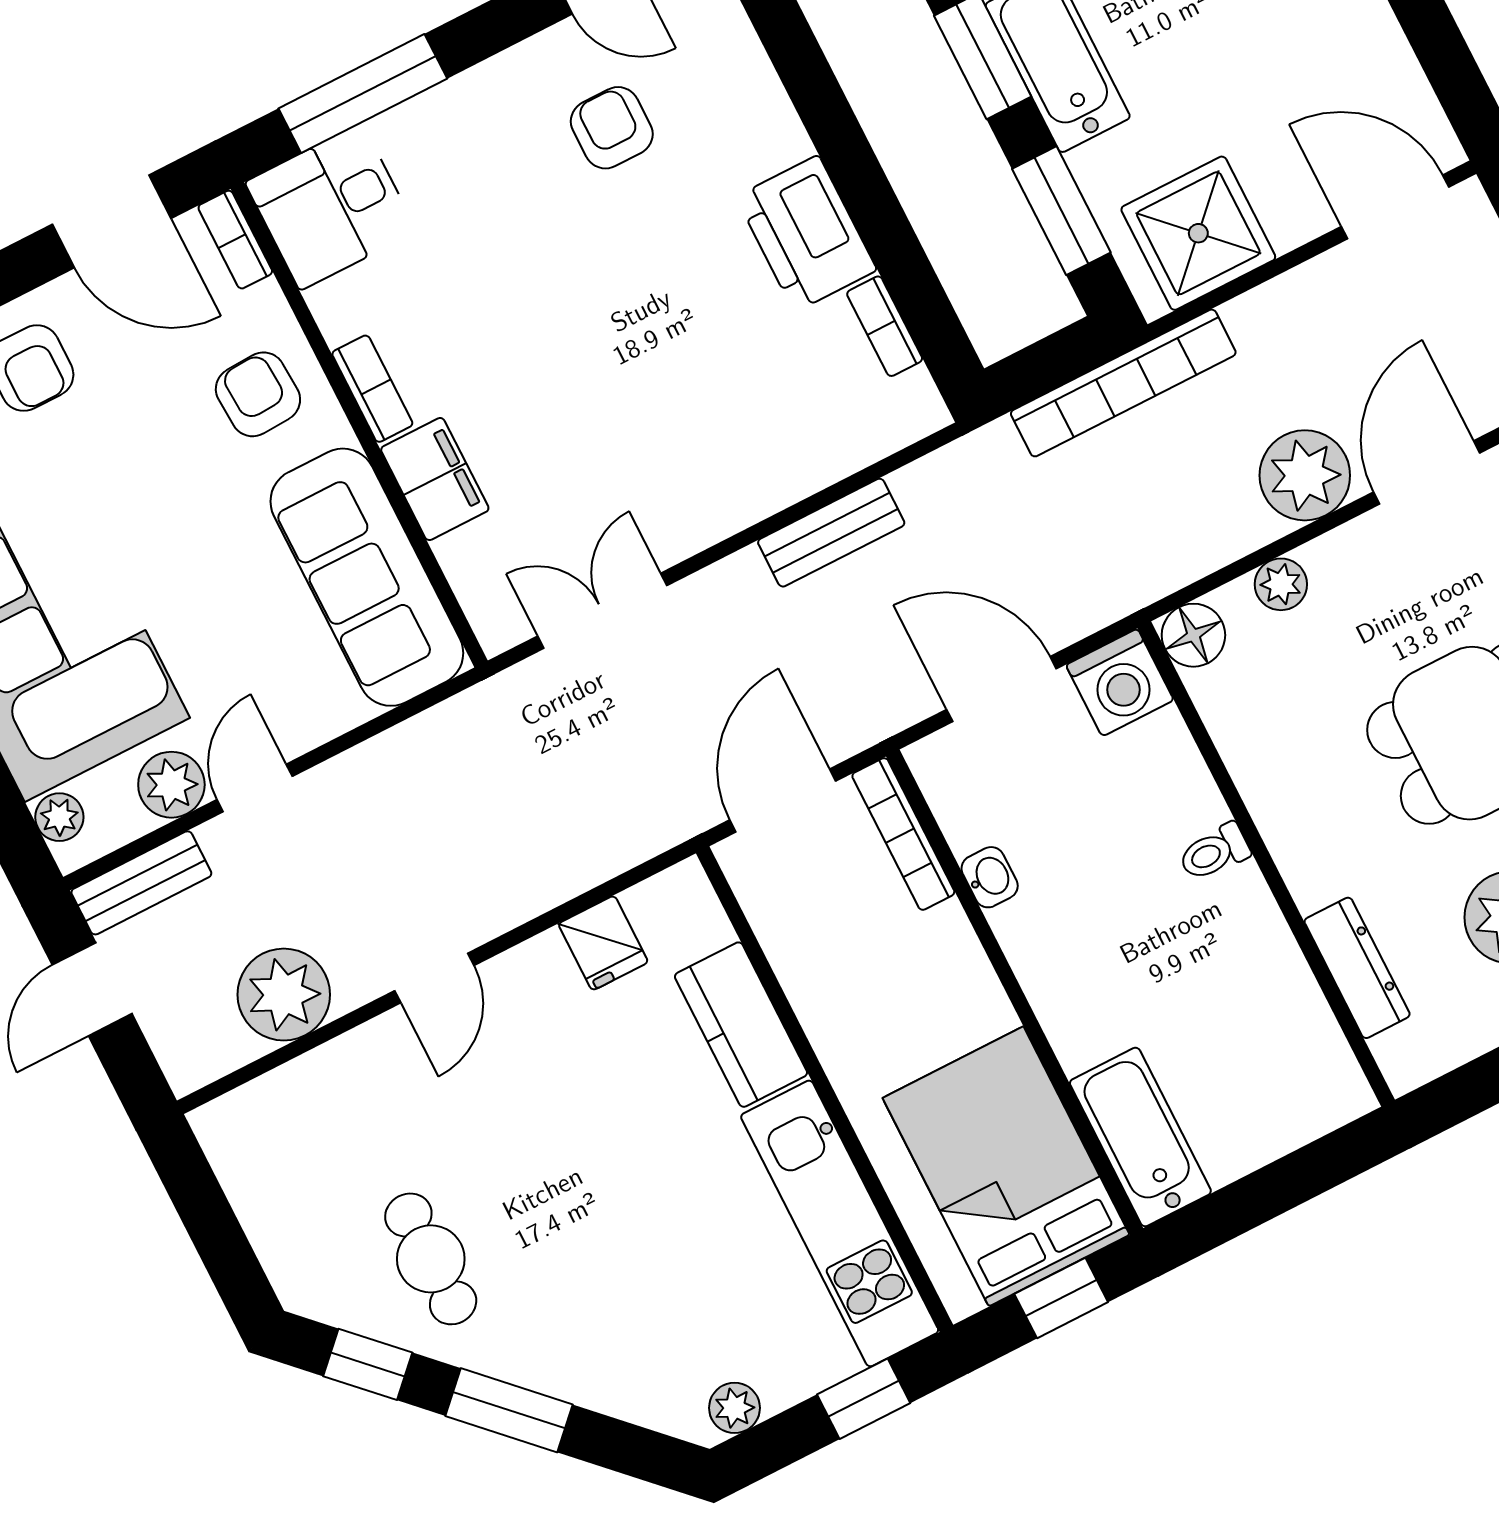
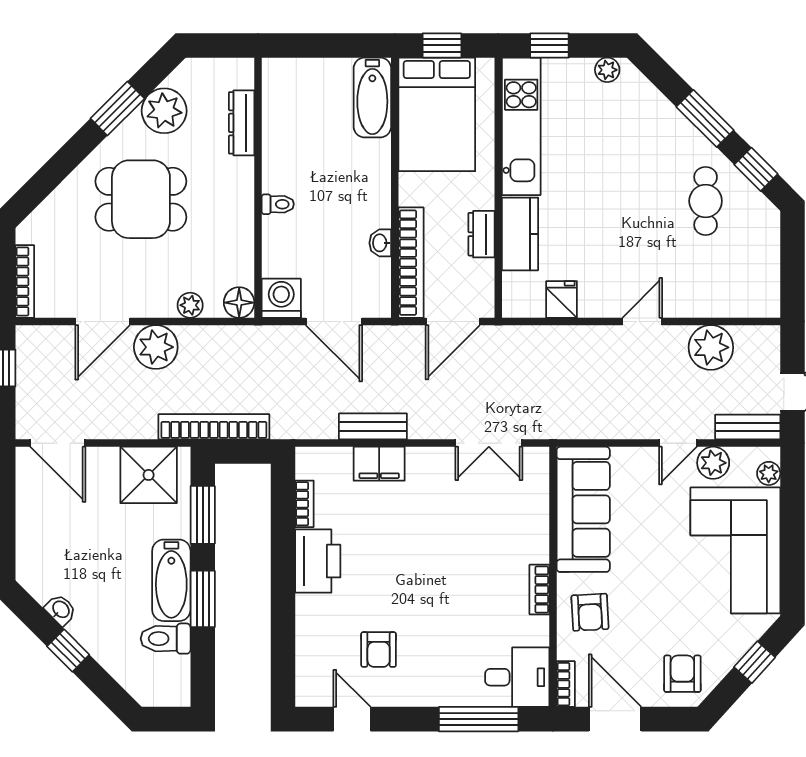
filing cabinet: (435, 479) -> (379, 464), moved, turned -90
bookcase: (903, 834) -> (411, 263), width x1.48, depth x1.31
dresser: (812, 988) -> (481, 234), added

